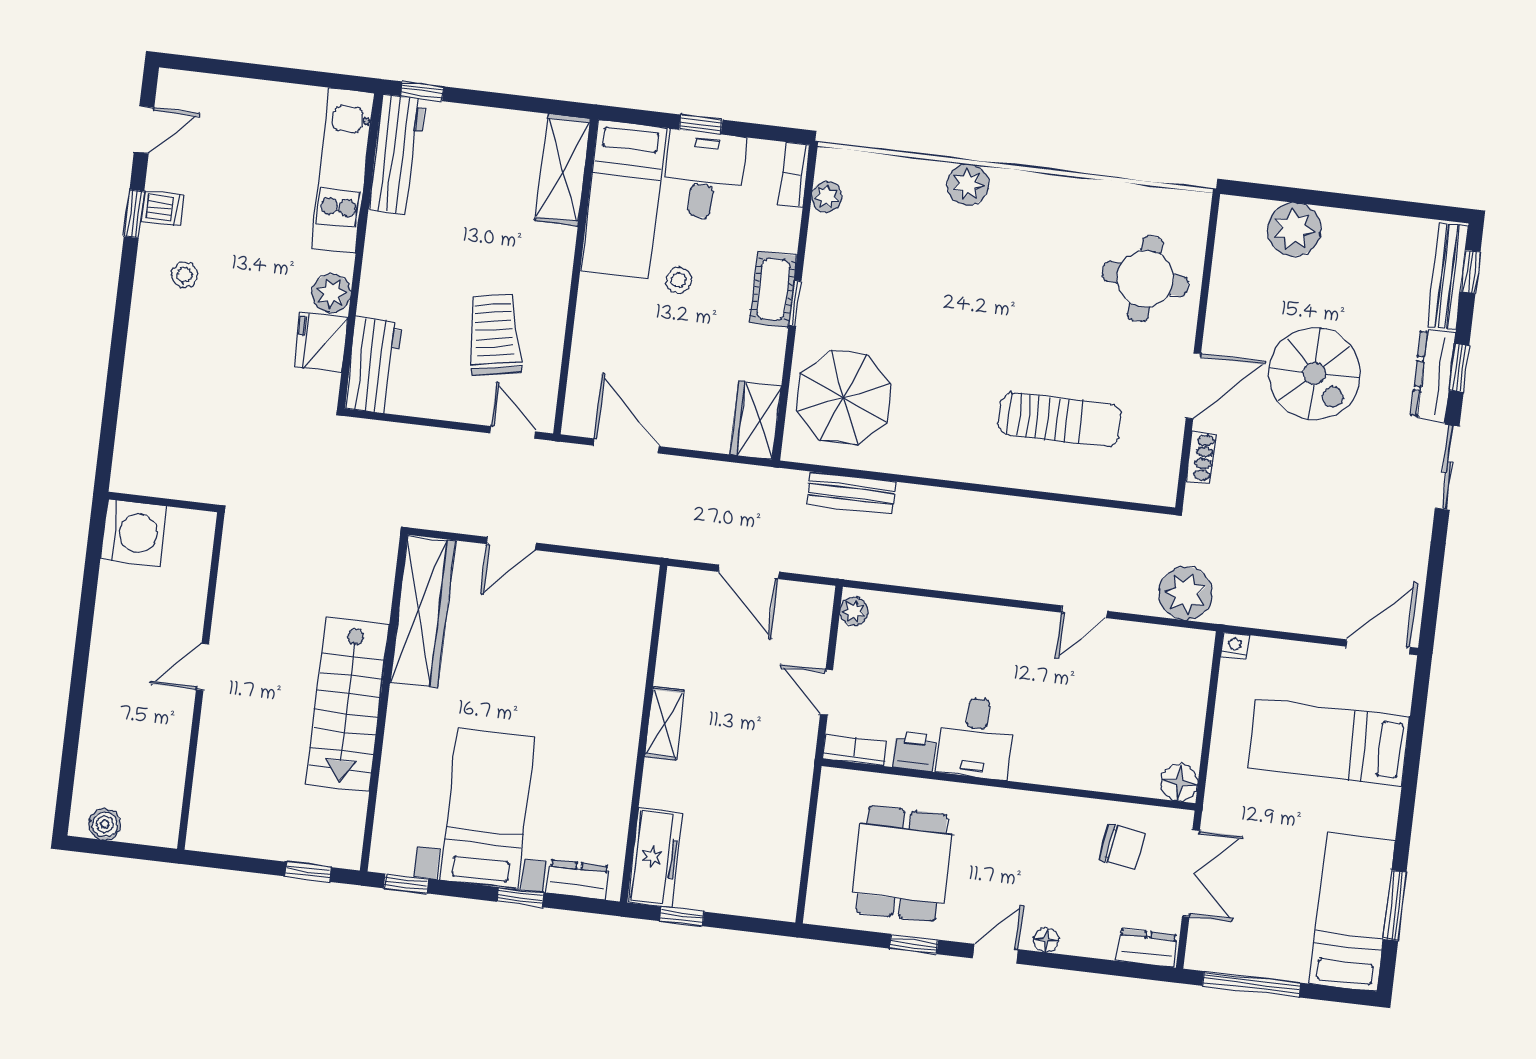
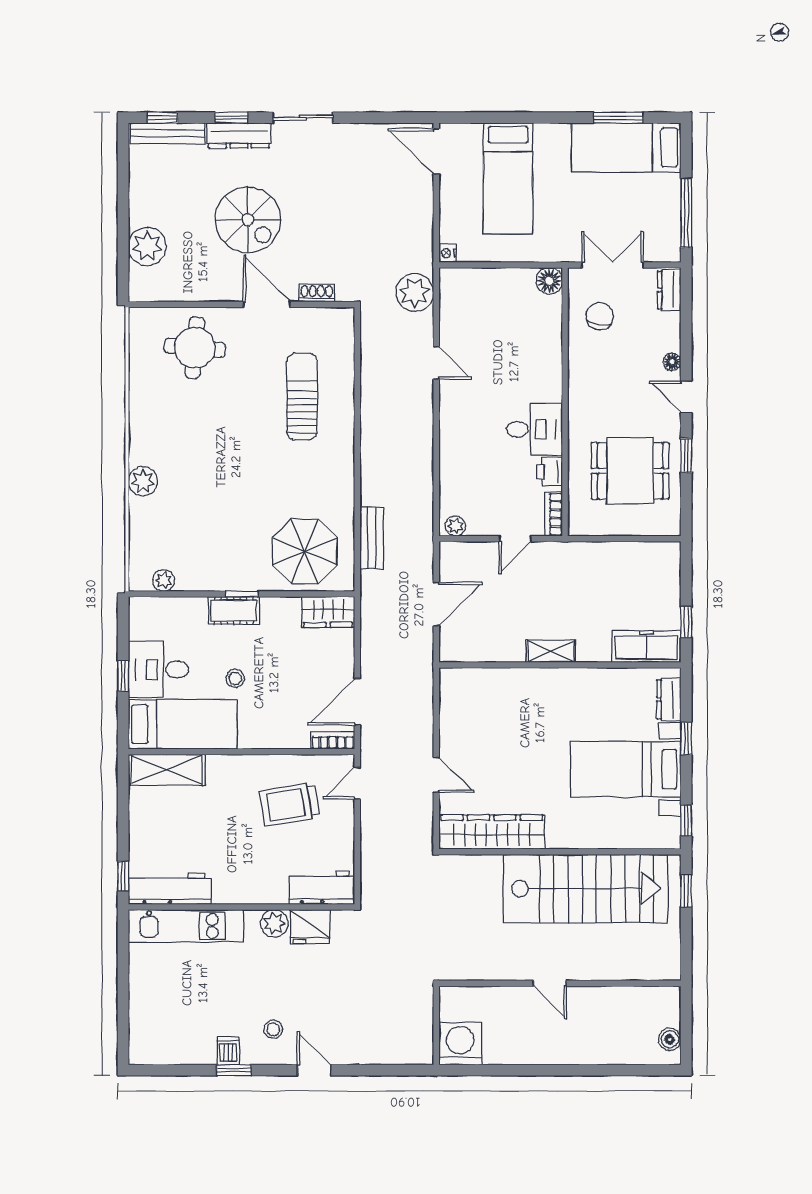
door: (144, 130) -> (314, 1070), moved
bookcase: (794, 174) -> (333, 740), moved, turned 180
spiral stairs: (1314, 374) -> (248, 220), turned 90
stairs: (348, 704) -> (586, 889), width x1.36, depth x1.51

